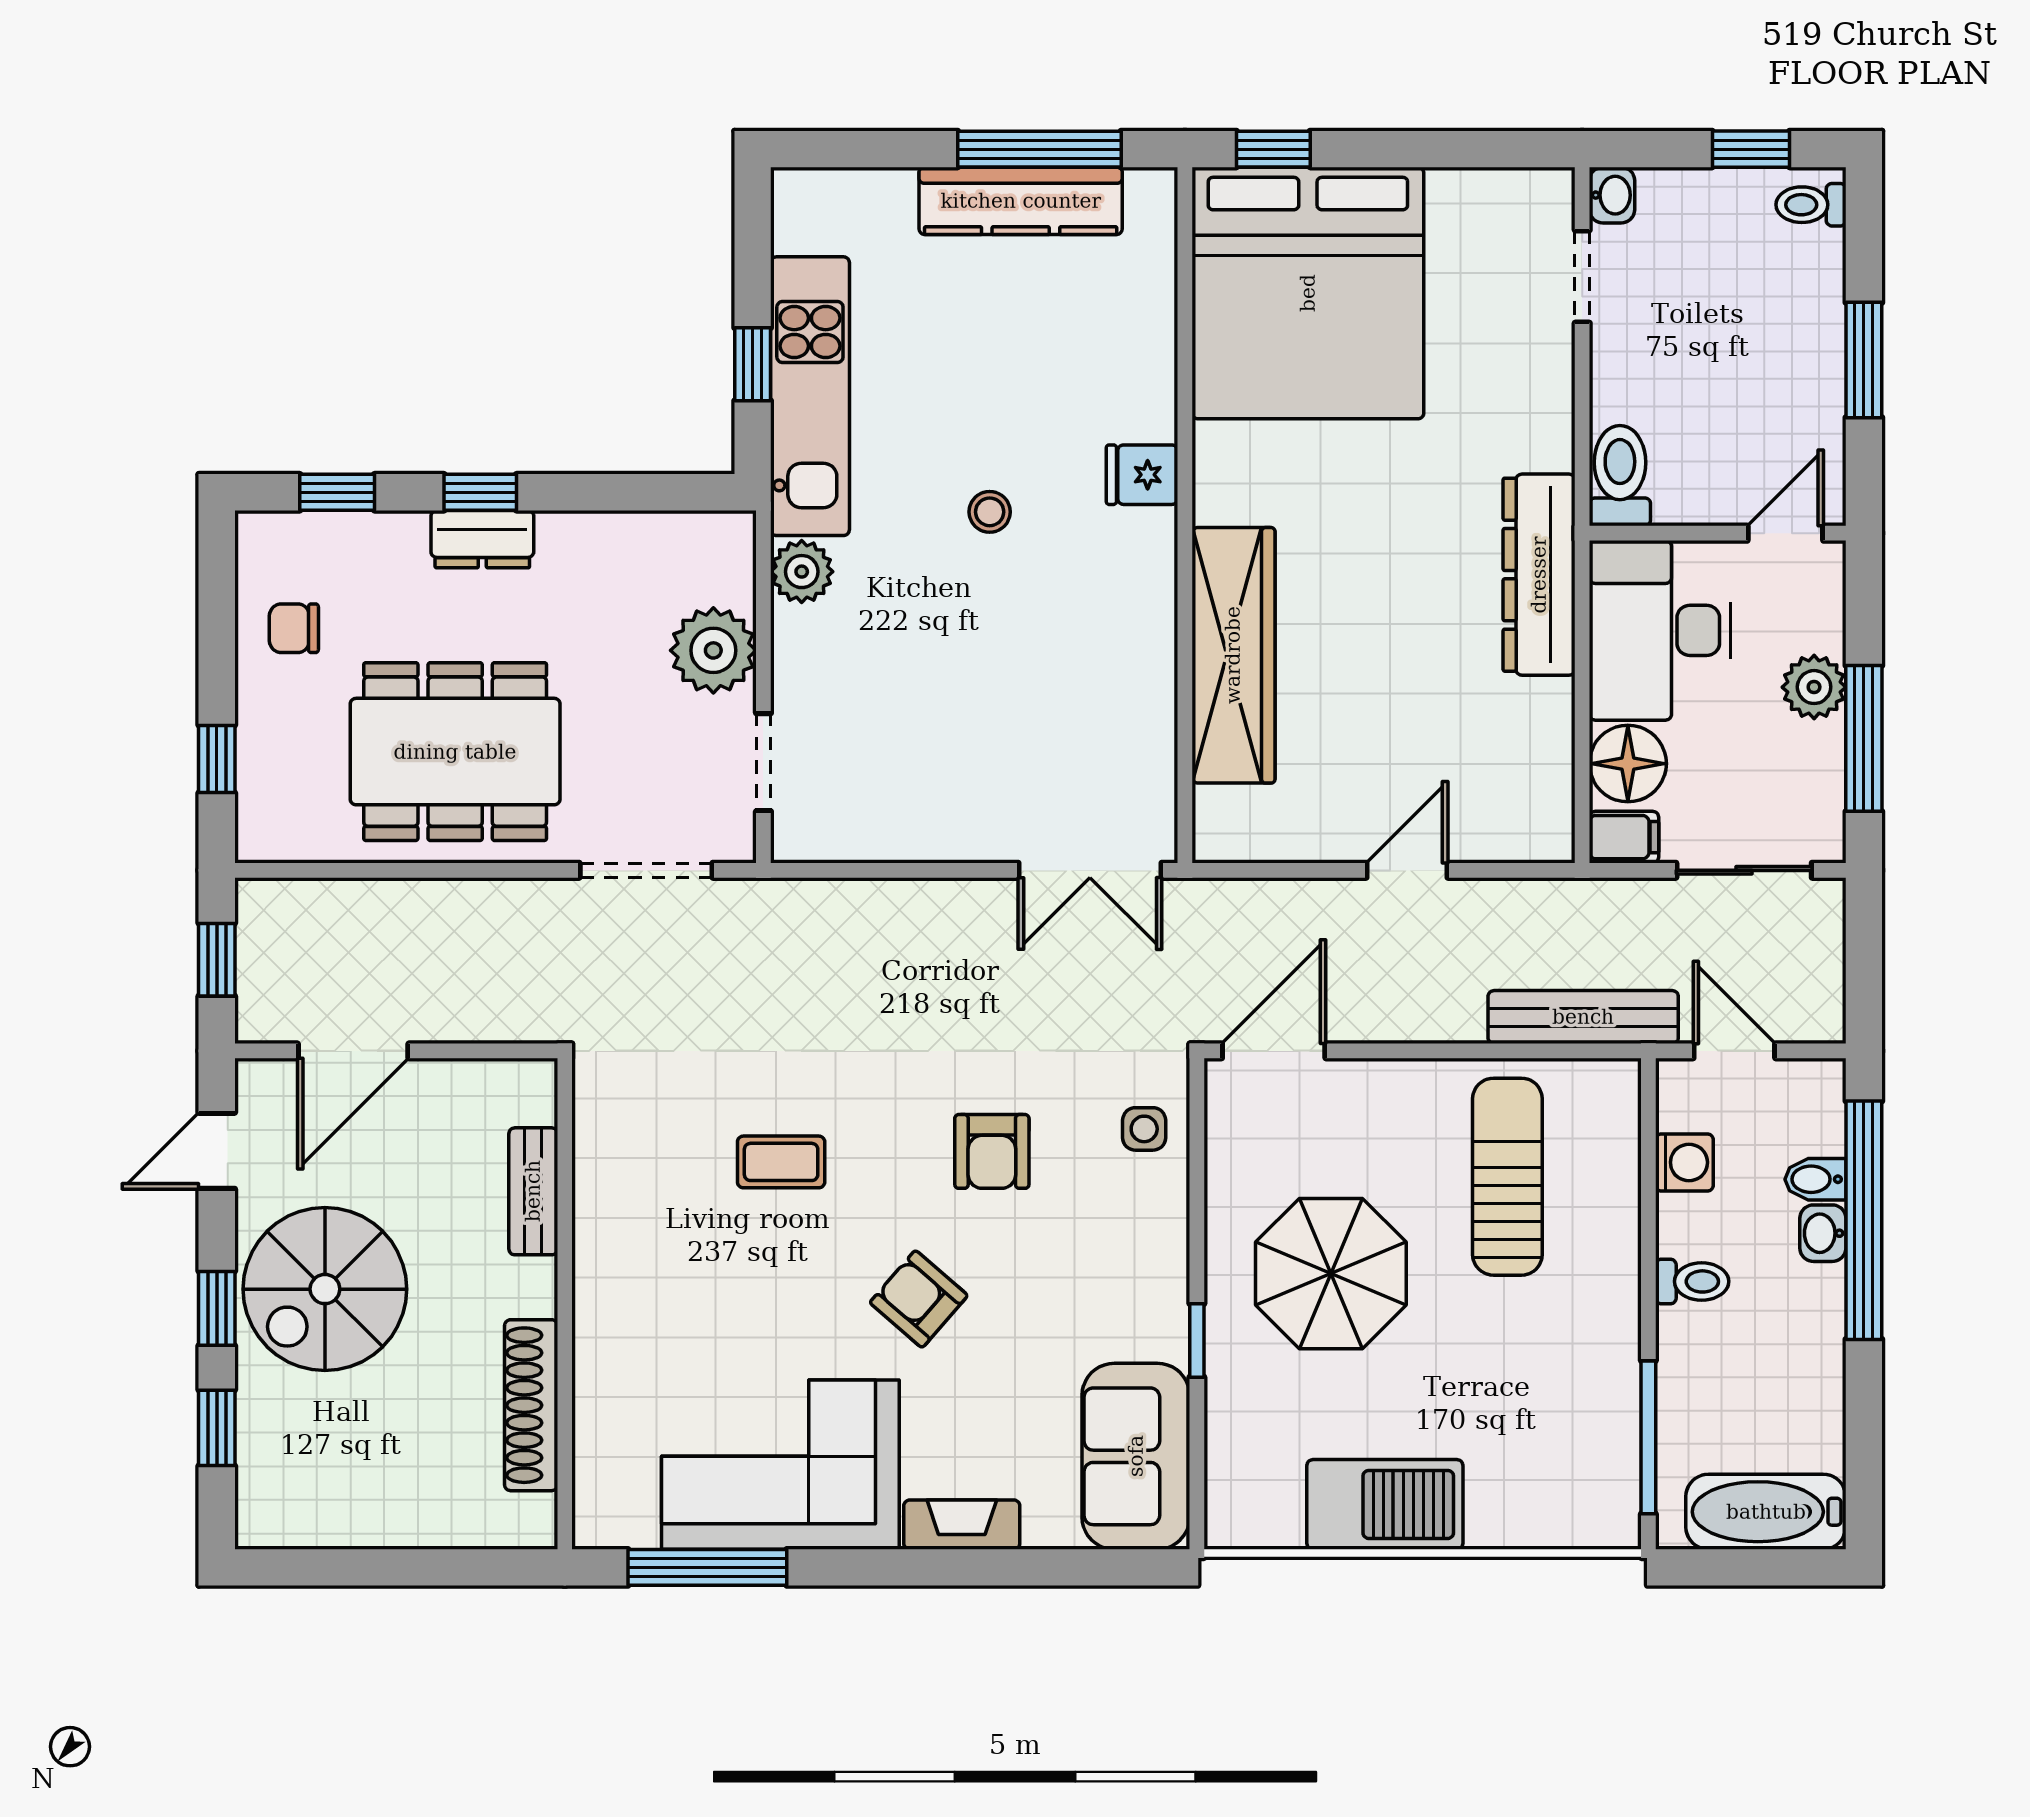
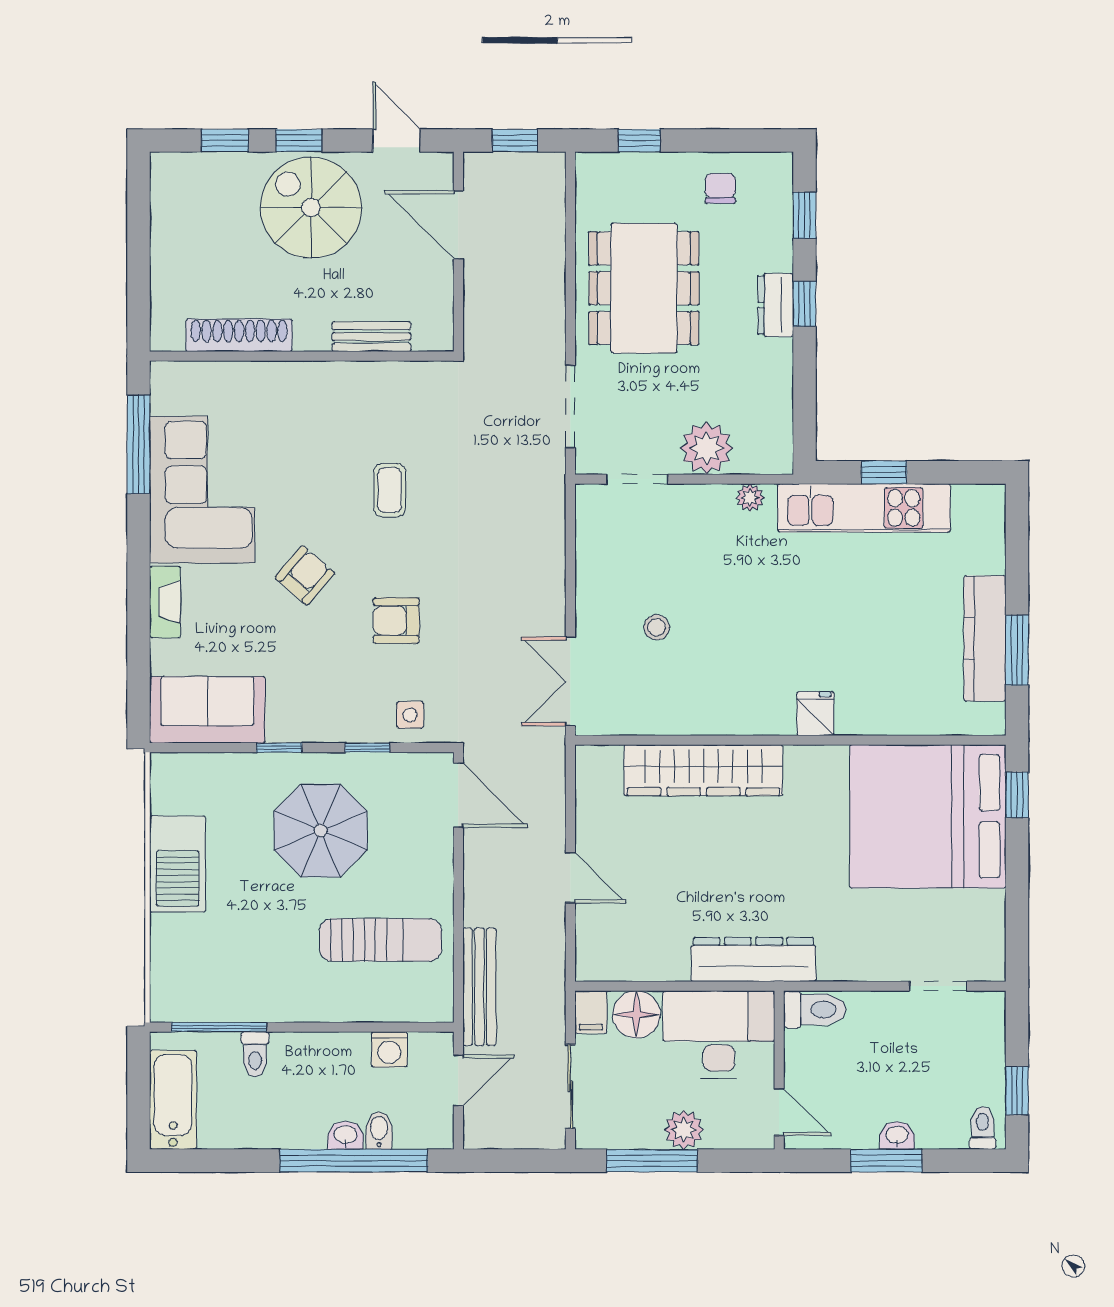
window: (1039, 149) -> (1017, 650), width x0.69
washbasin: (1612, 195) -> (897, 1135), moved, turned 180
stool: (990, 512) -> (657, 627), moved
plant: (802, 572) -> (750, 498), width x0.73, depth x0.73
window: (1197, 1198) -> (367, 748), added
toilet: (1692, 1281) -> (255, 1054), moved

